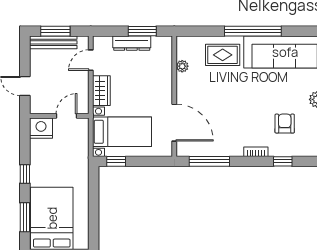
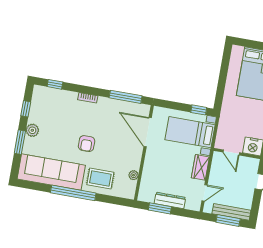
door: (66, 116) -> (231, 152), hinge flipped
armchair: (285, 124) -> (87, 144), moved
window: (283, 161) -> (55, 84), moved

